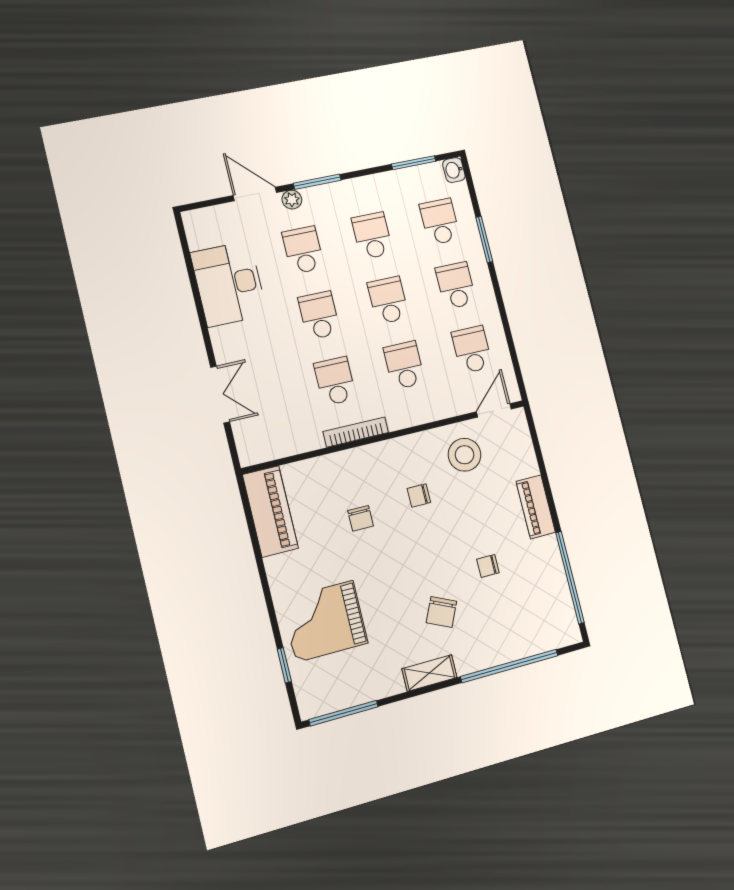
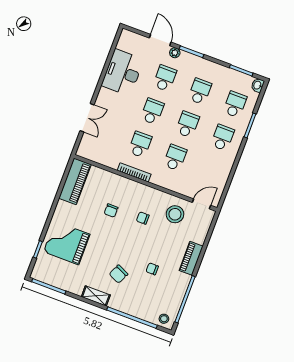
school desk: (472, 350) -> (210, 171), removed
stool: (559, 632) -> (164, 319), added

